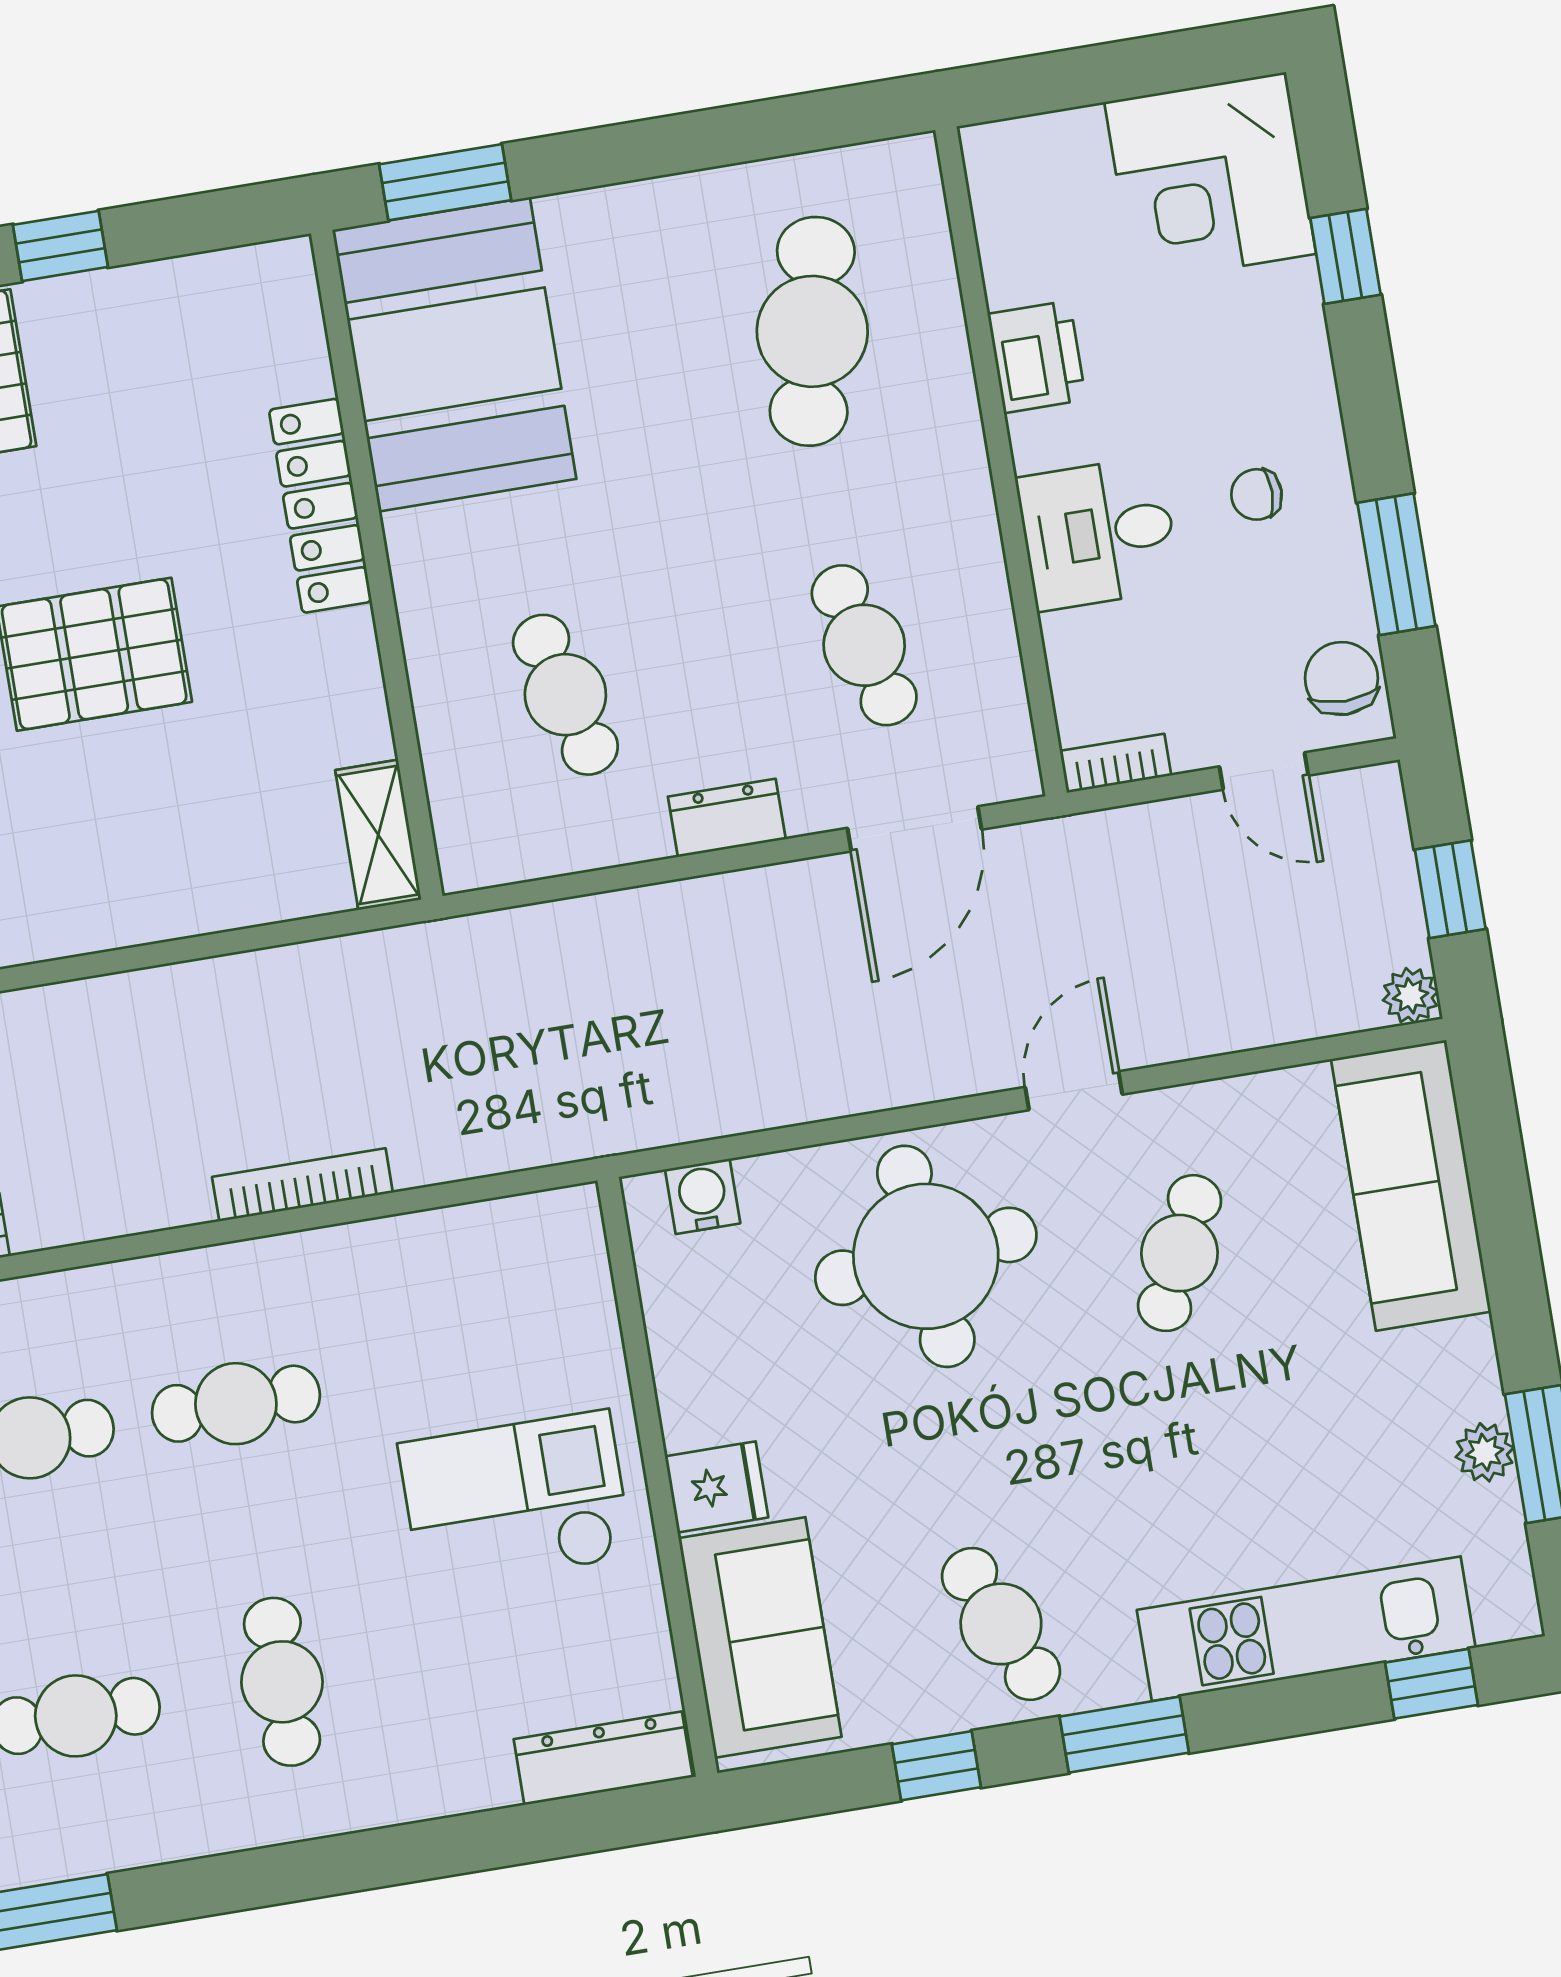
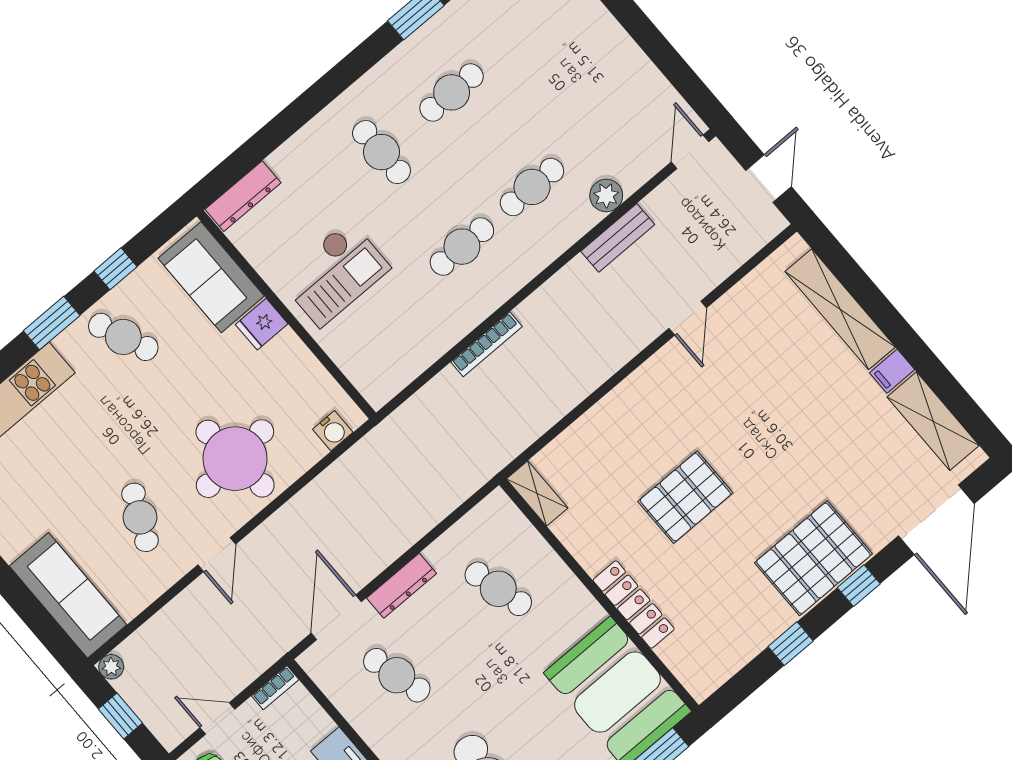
dresser: (727, 818) -> (401, 586), width x1.44

